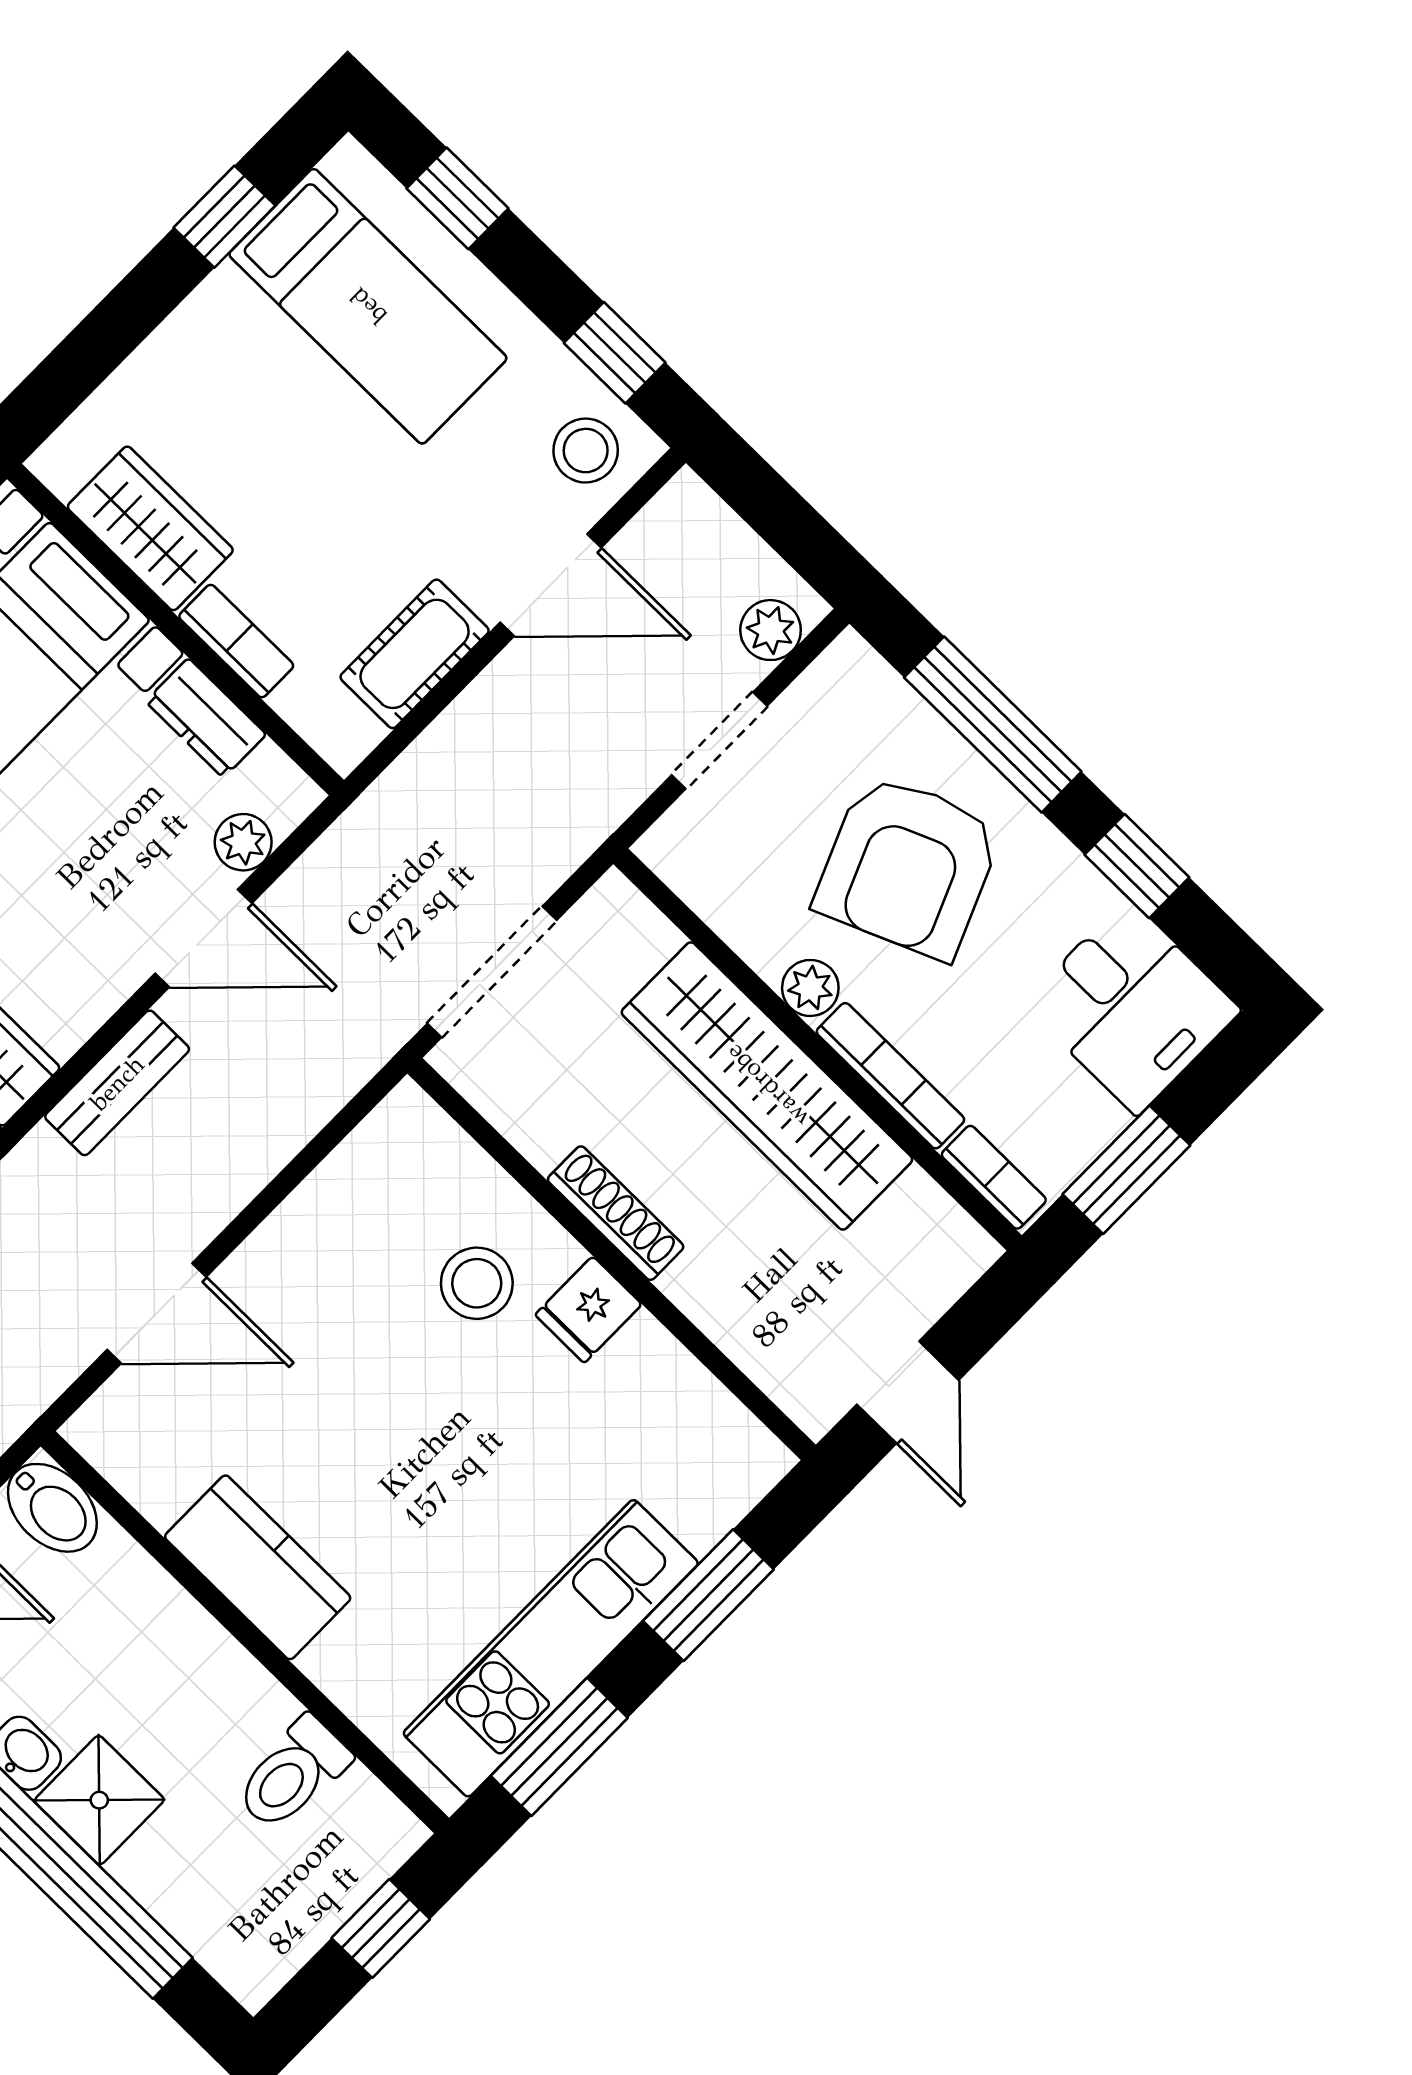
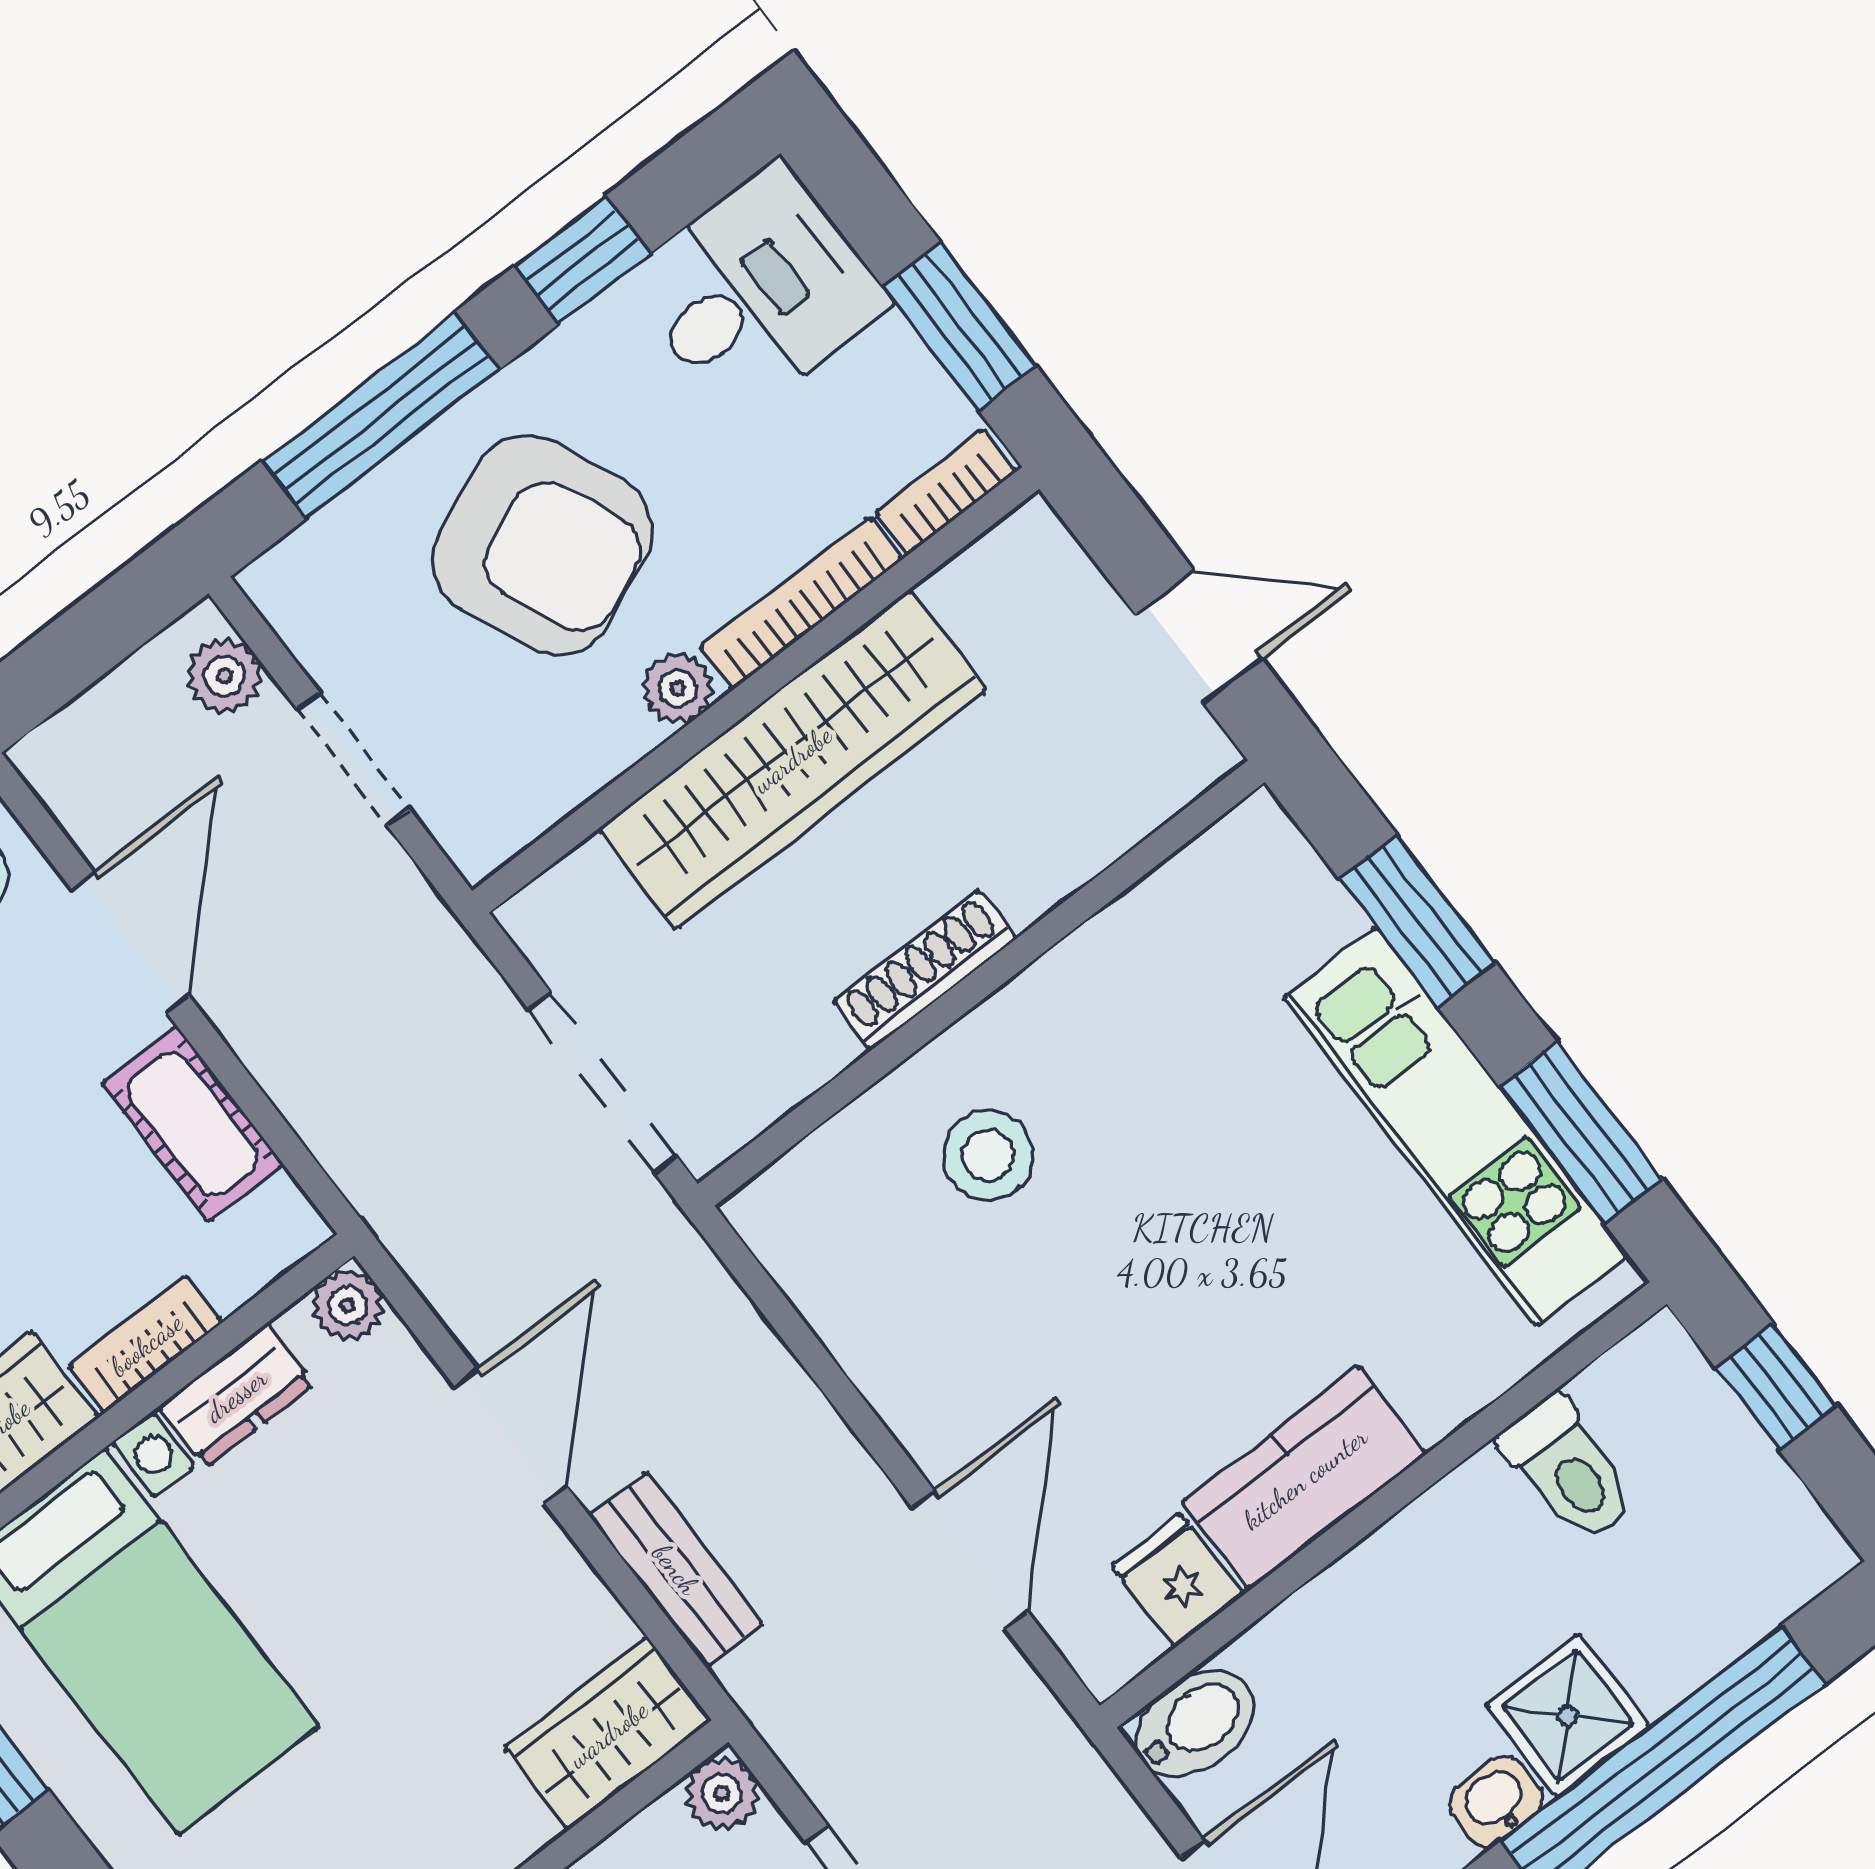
plant: (243, 842) -> (348, 1305), moved
fridge: (588, 1310) -> (1178, 1580), moved, turned 180

